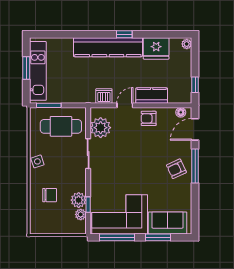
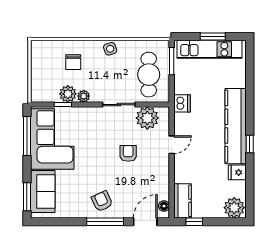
plant: (187, 44) -> (234, 208), width x1.88, depth x1.88
fridge: (156, 48) -> (237, 172), width x0.53, depth x0.75
dishwasher: (104, 96) -> (182, 103), moved
kitchen counter: (152, 96) -> (182, 201), moved
door: (125, 105) -> (172, 145), hinge flipped
armchair: (149, 118) -> (128, 153), moved
door: (195, 129) -> (145, 222), hinge flipped
plant: (81, 214) -> (84, 96), moved
window: (158, 237) -> (27, 197), moved

